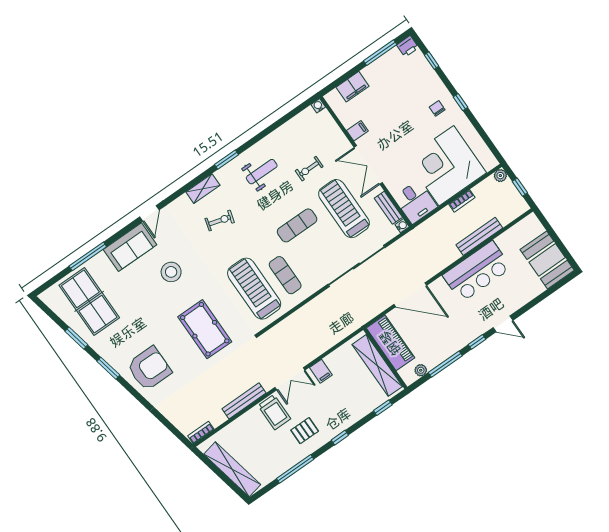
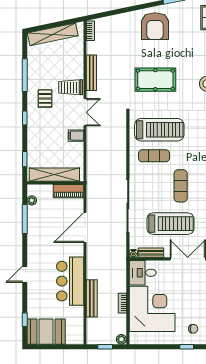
window: (477, 342) -> (25, 320), moved
piano: (390, 343) -> (69, 191), width x0.73, depth x0.75
double door: (290, 379) -> (85, 112), swing flipped

